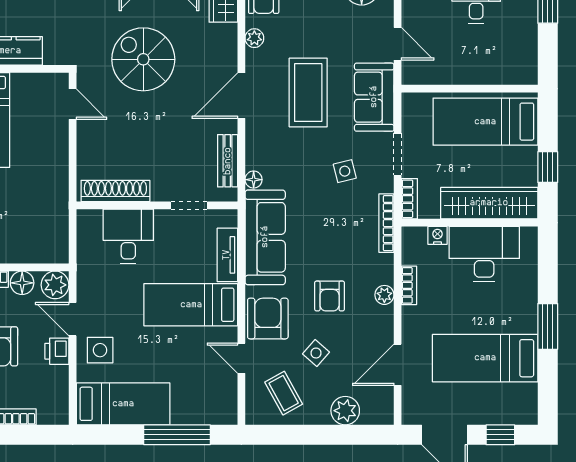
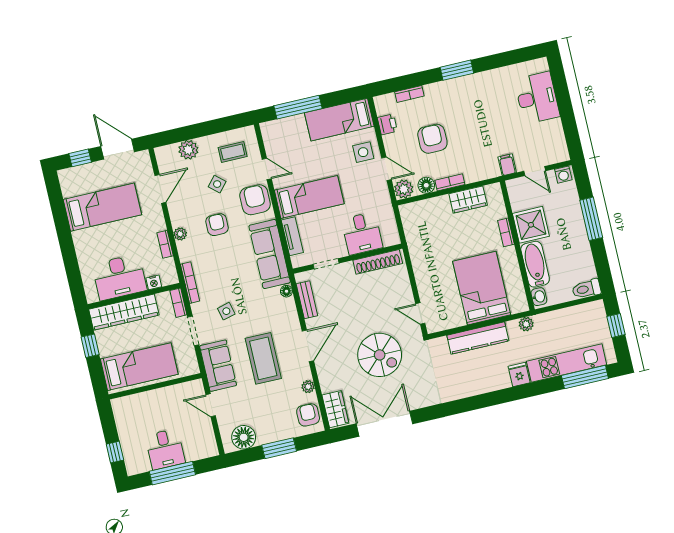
armchair: (268, 319) -> (255, 200), turned 180
window: (548, 326) -> (65, 238), removed
printer: (57, 351) -> (387, 124), moved
coffee table: (284, 393) -> (233, 152), turned -61

